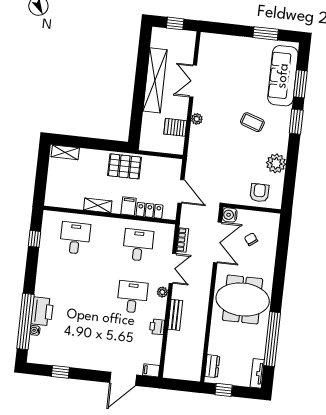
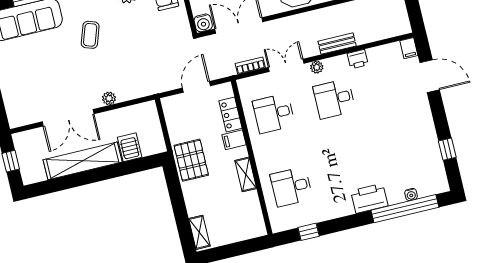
double door: (193, 81) -> (68, 118), width x1.37
server rack: (175, 127) -> (130, 147), moved, turned 180
printer: (42, 311) -> (369, 198), moved

